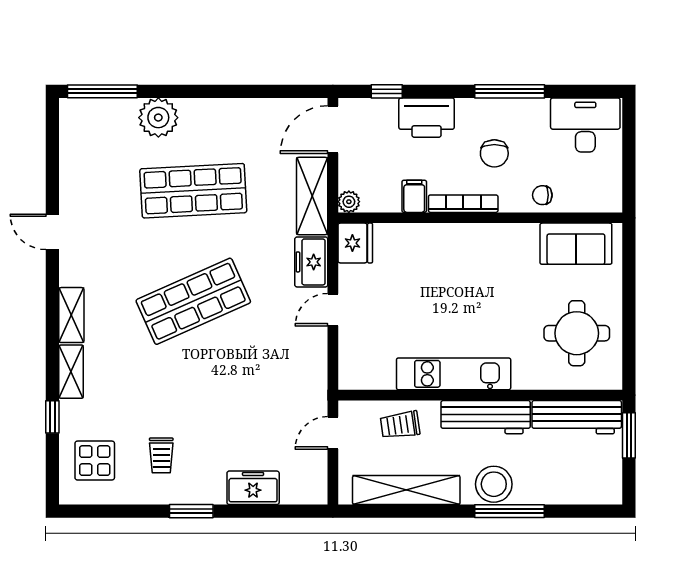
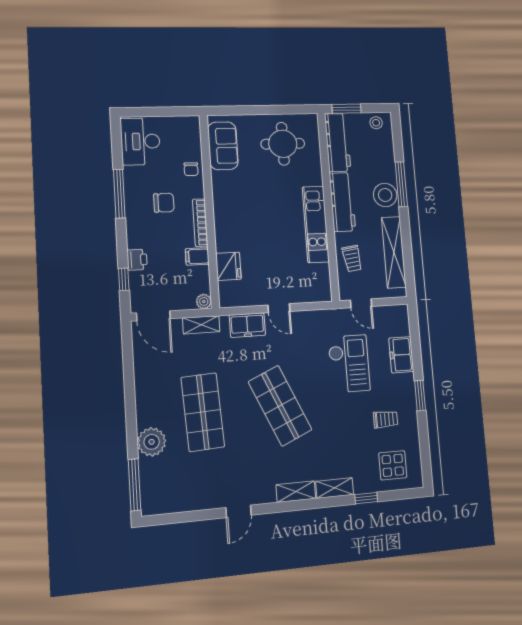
printer: (427, 118) -> (137, 260), width x0.53, depth x0.68
shelving: (312, 196) -> (201, 325), width x0.67, depth x0.75
fridge: (355, 243) -> (228, 266), moved, turned 90
checkout: (246, 407) -> (349, 364), added
stool: (606, 480) -> (376, 123), added

